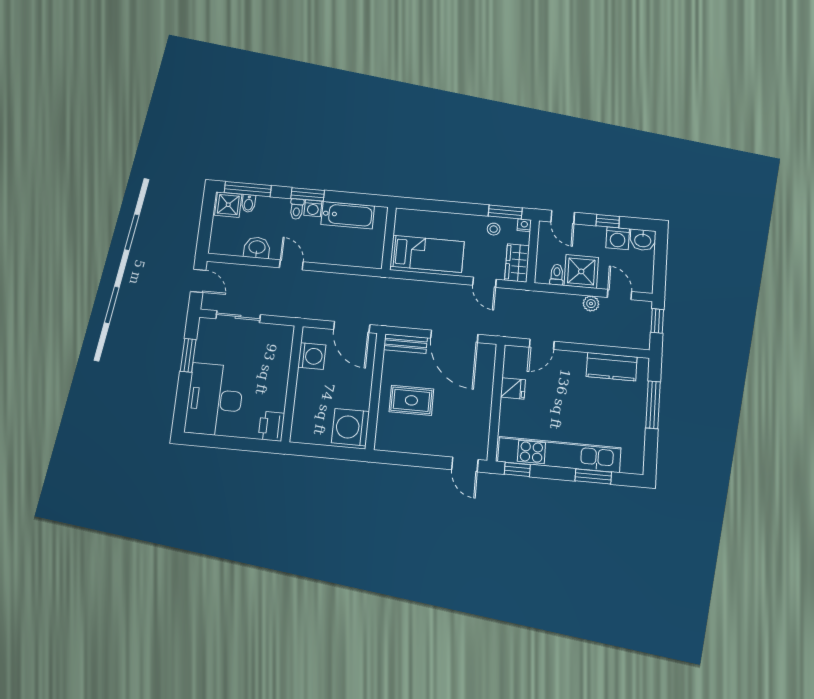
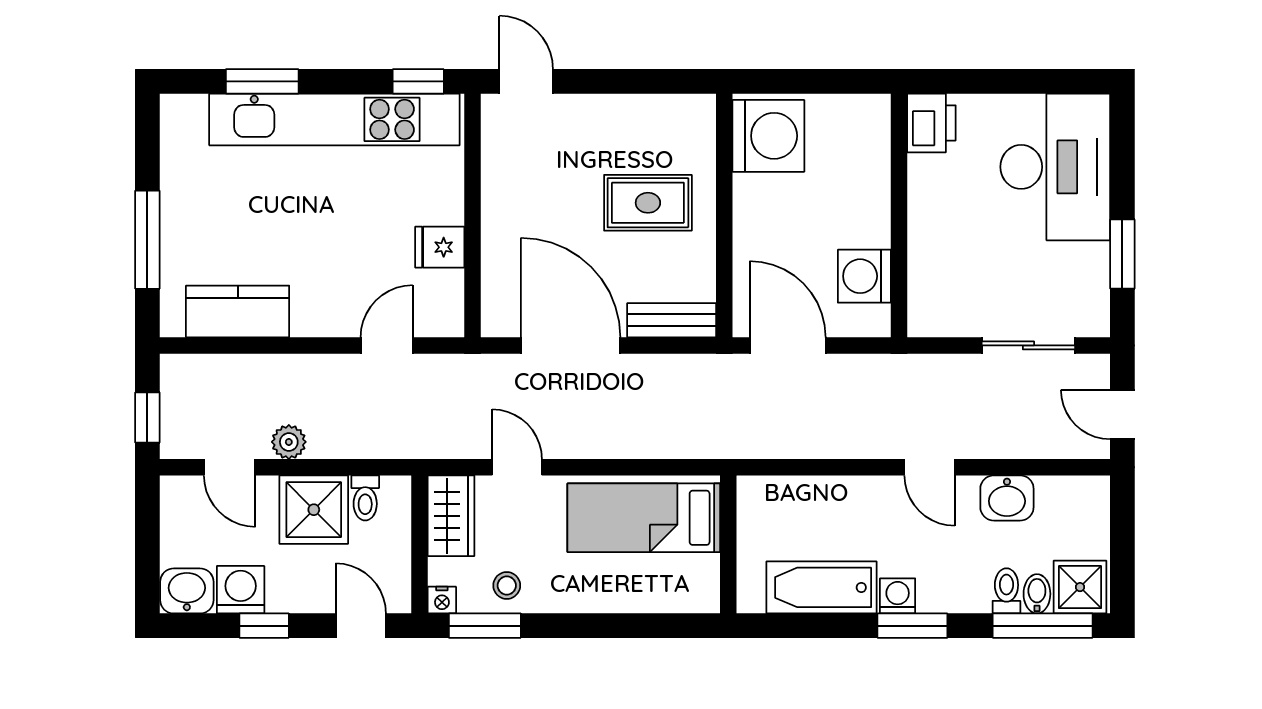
toilet: (297, 209) -> (1006, 591), moved

